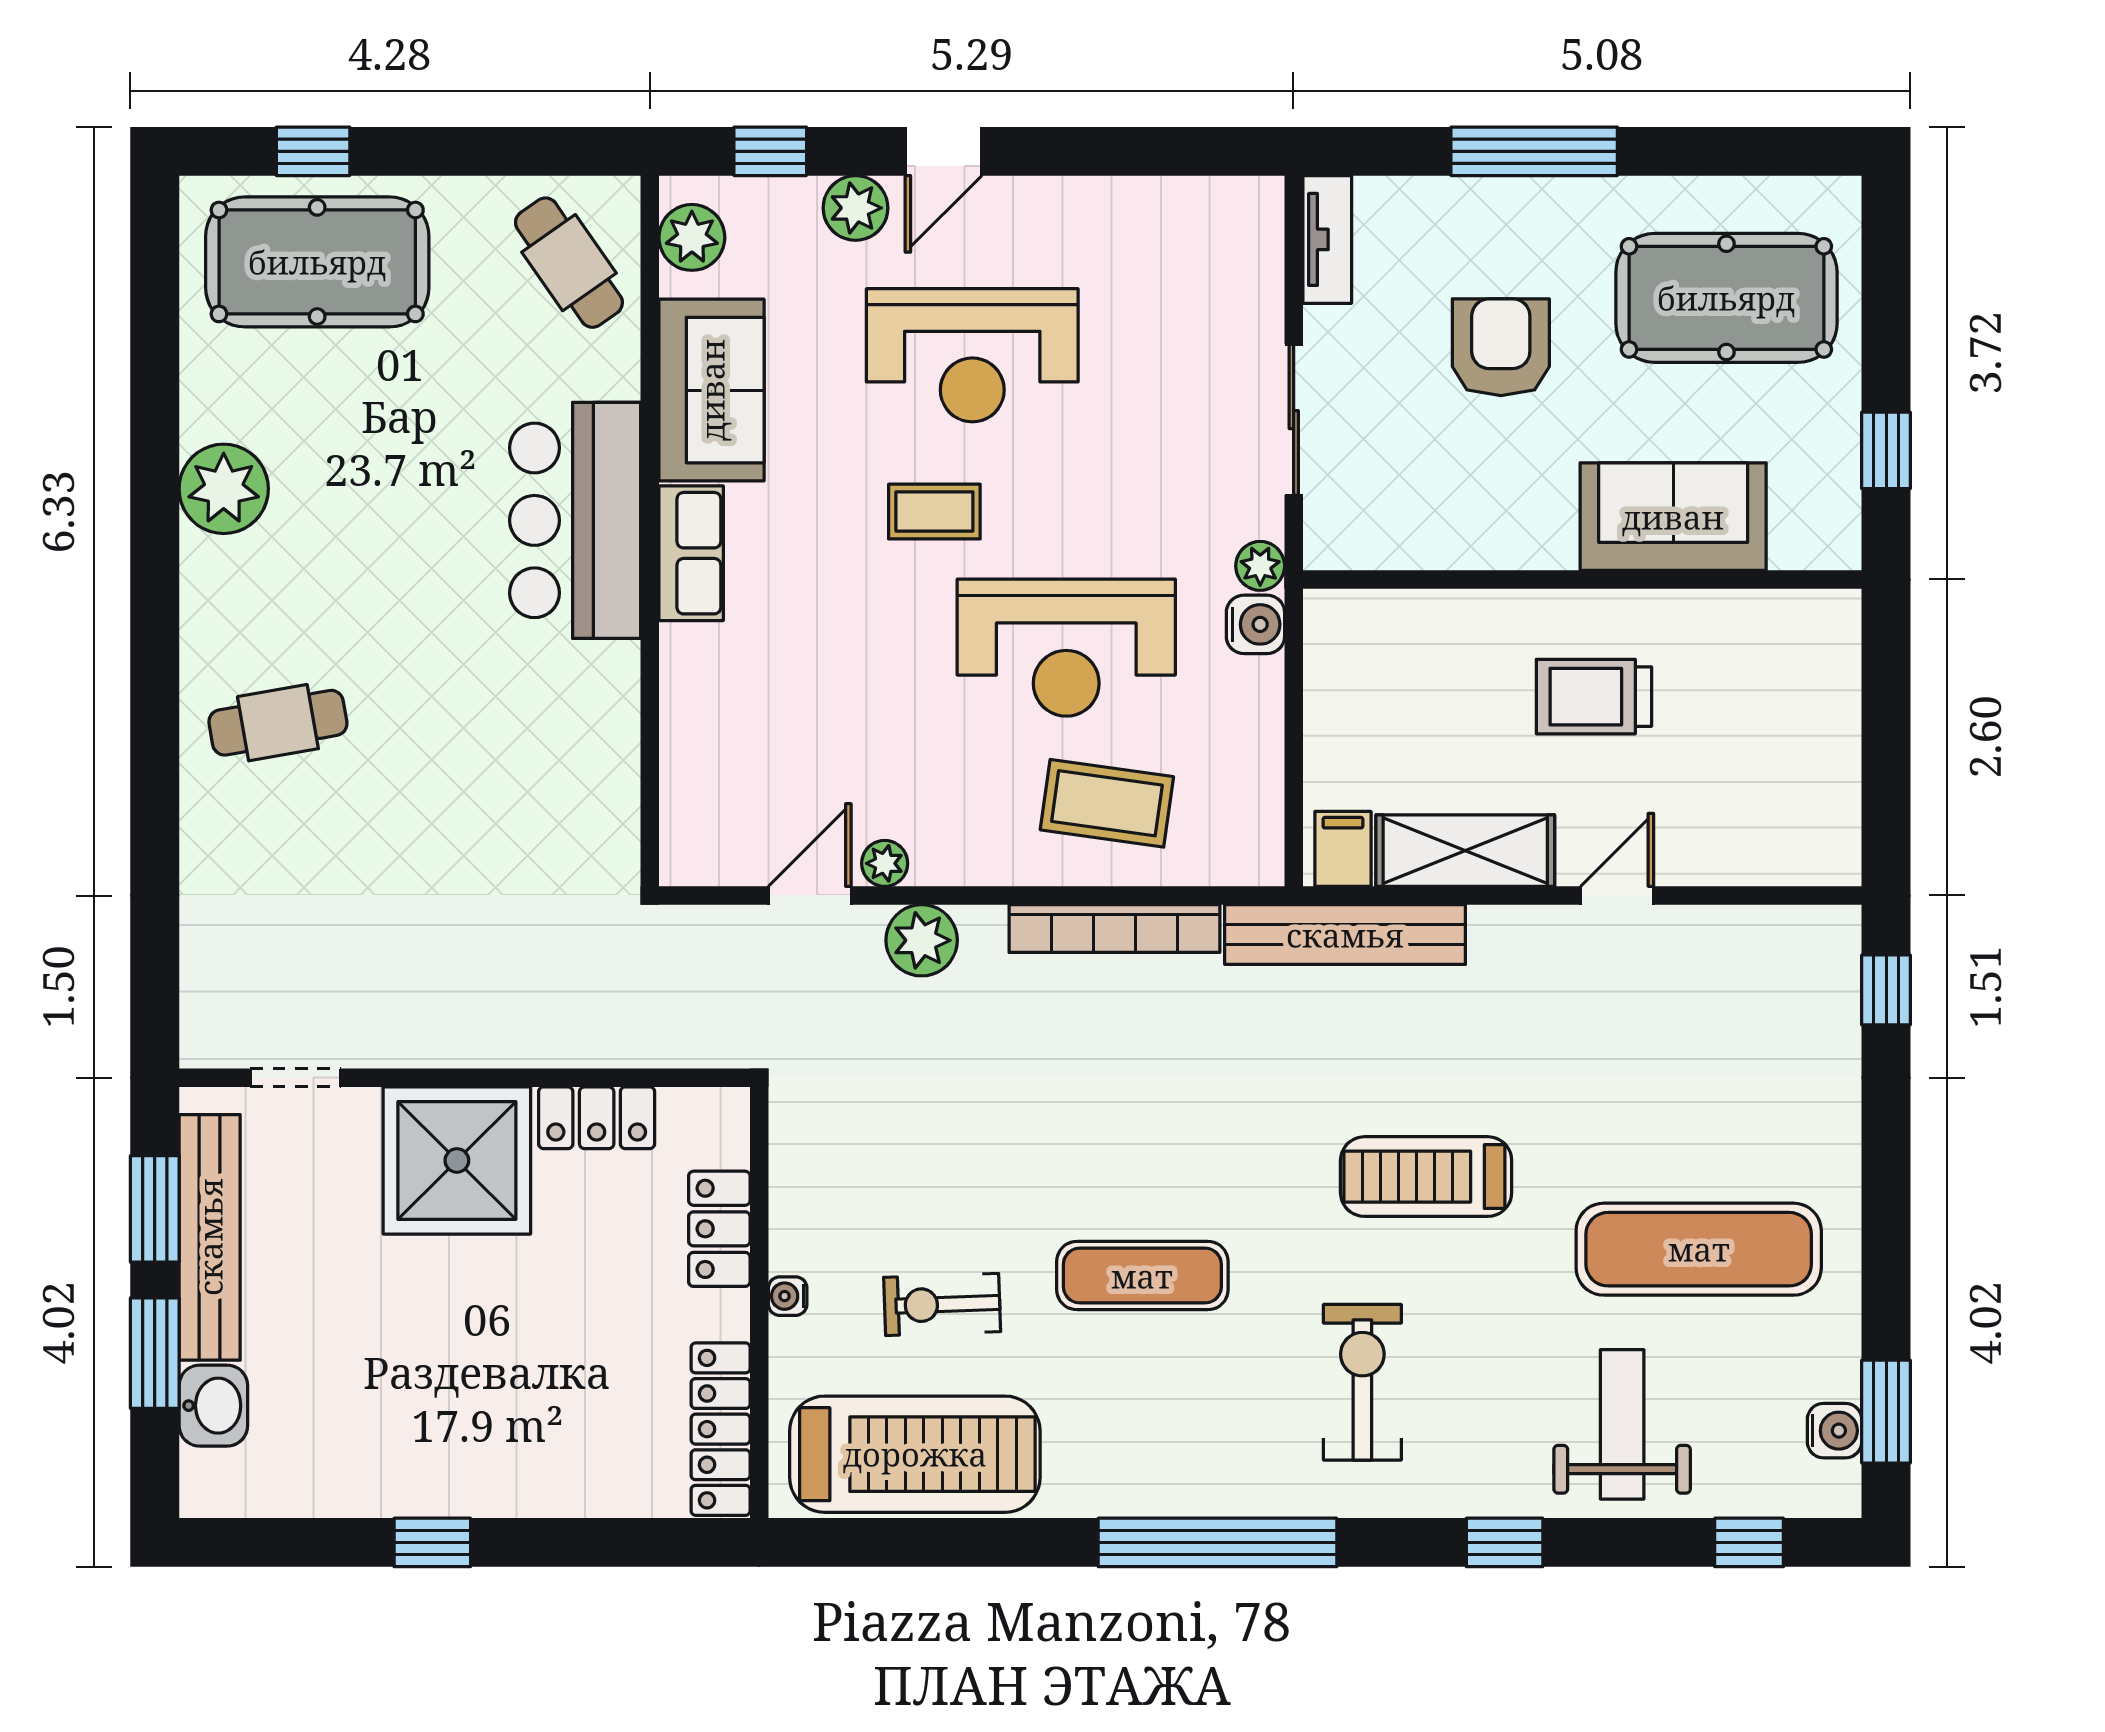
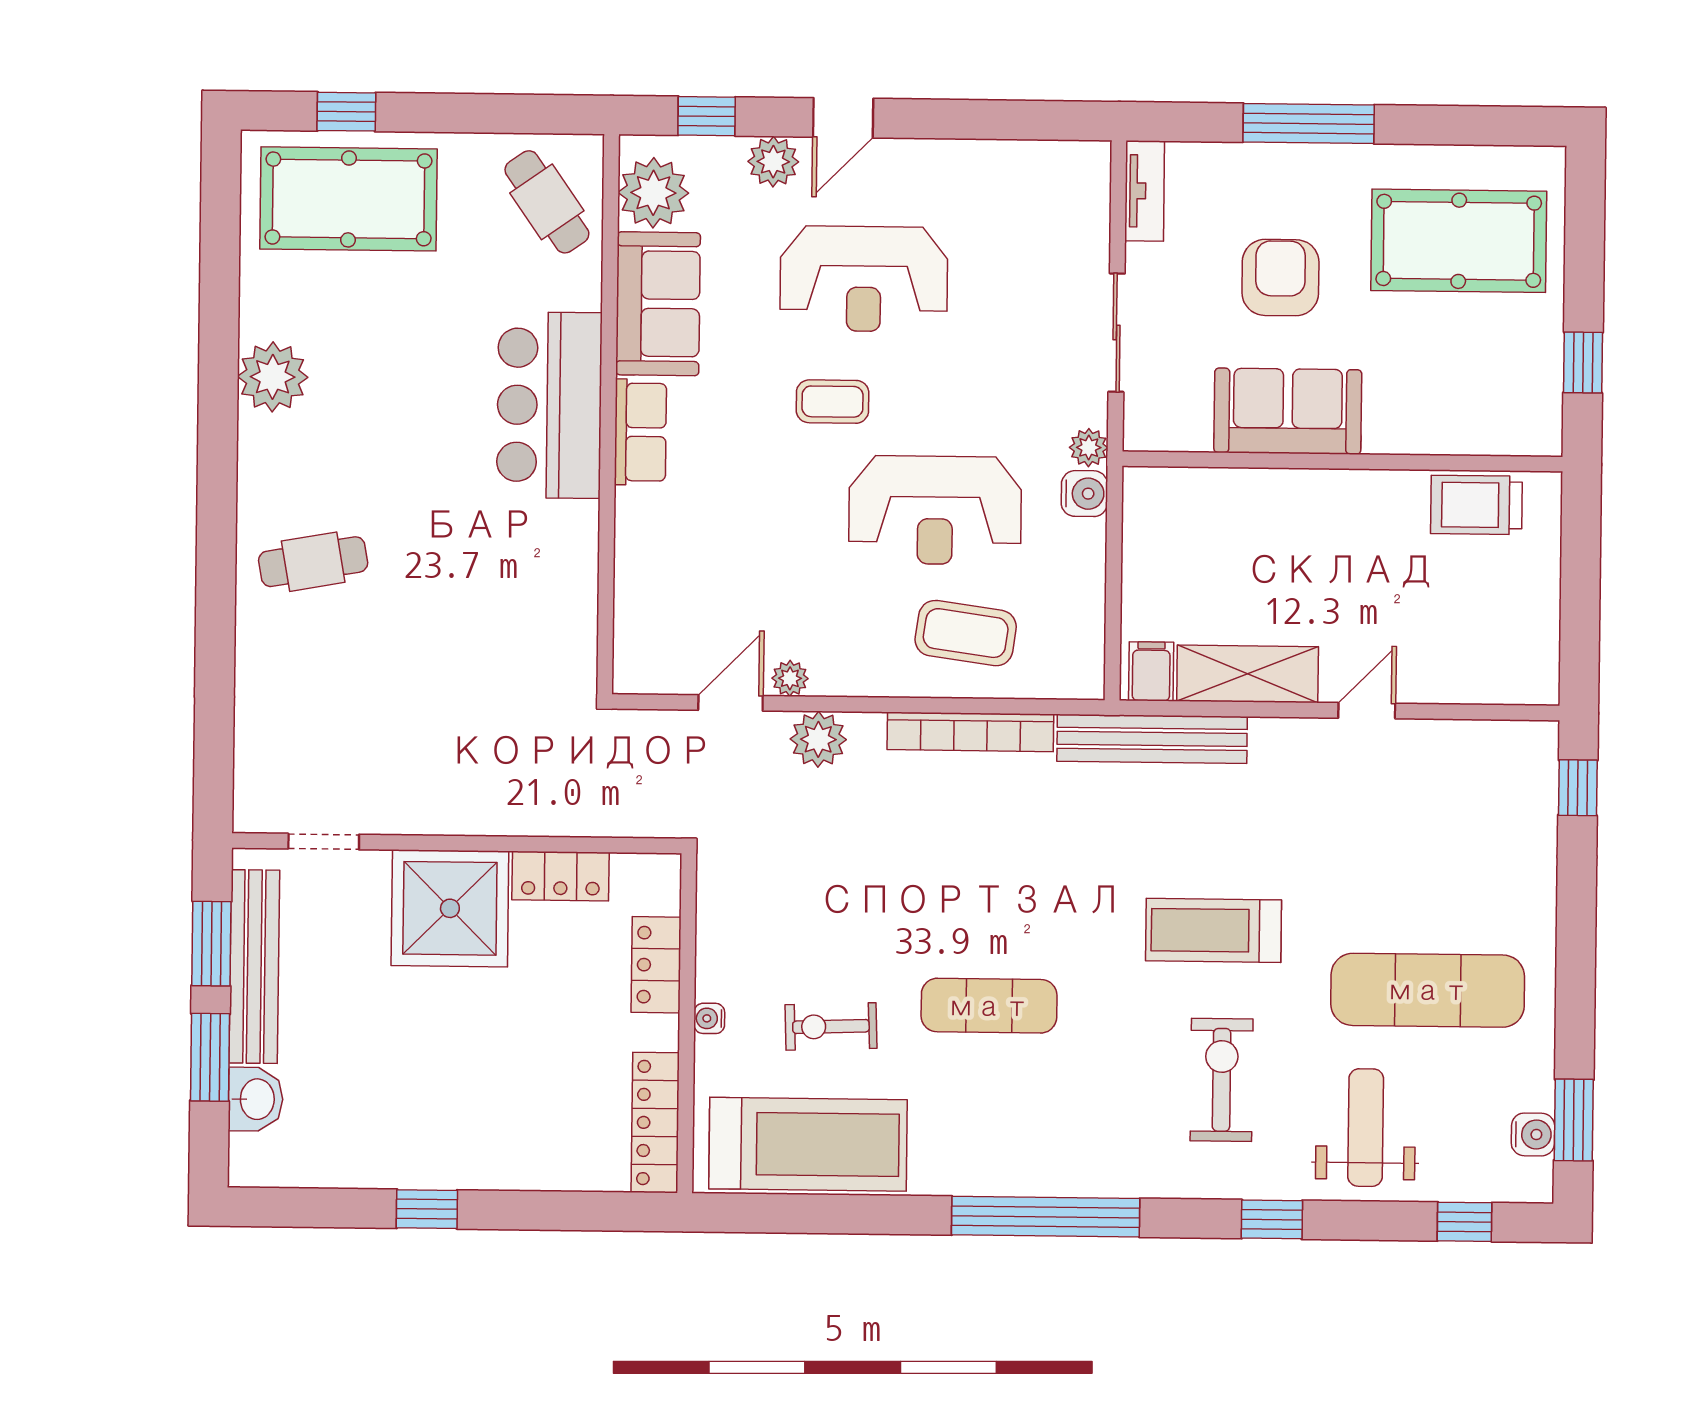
plant: (692, 237) -> (653, 193), width x1.36, depth x1.36
sofa: (1673, 517) -> (1288, 411), moved
trolley: (1594, 697) -> (1477, 505), moved
exercise bike: (1362, 1382) -> (1222, 1080), moved

